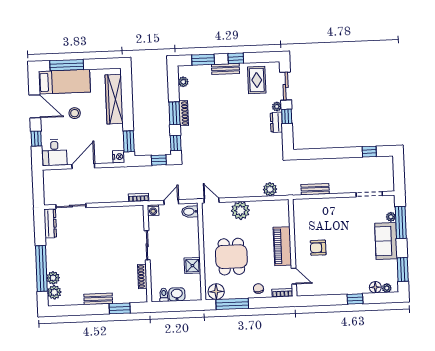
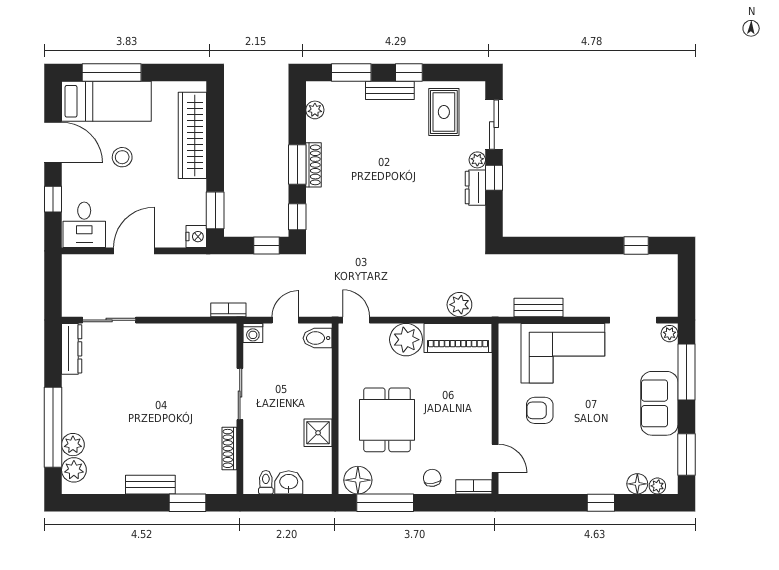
corner sofa: (330, 215) -> (563, 353), added
plant: (391, 217) -> (670, 334), moved
piano: (282, 246) -> (458, 338), moved, turned -90

